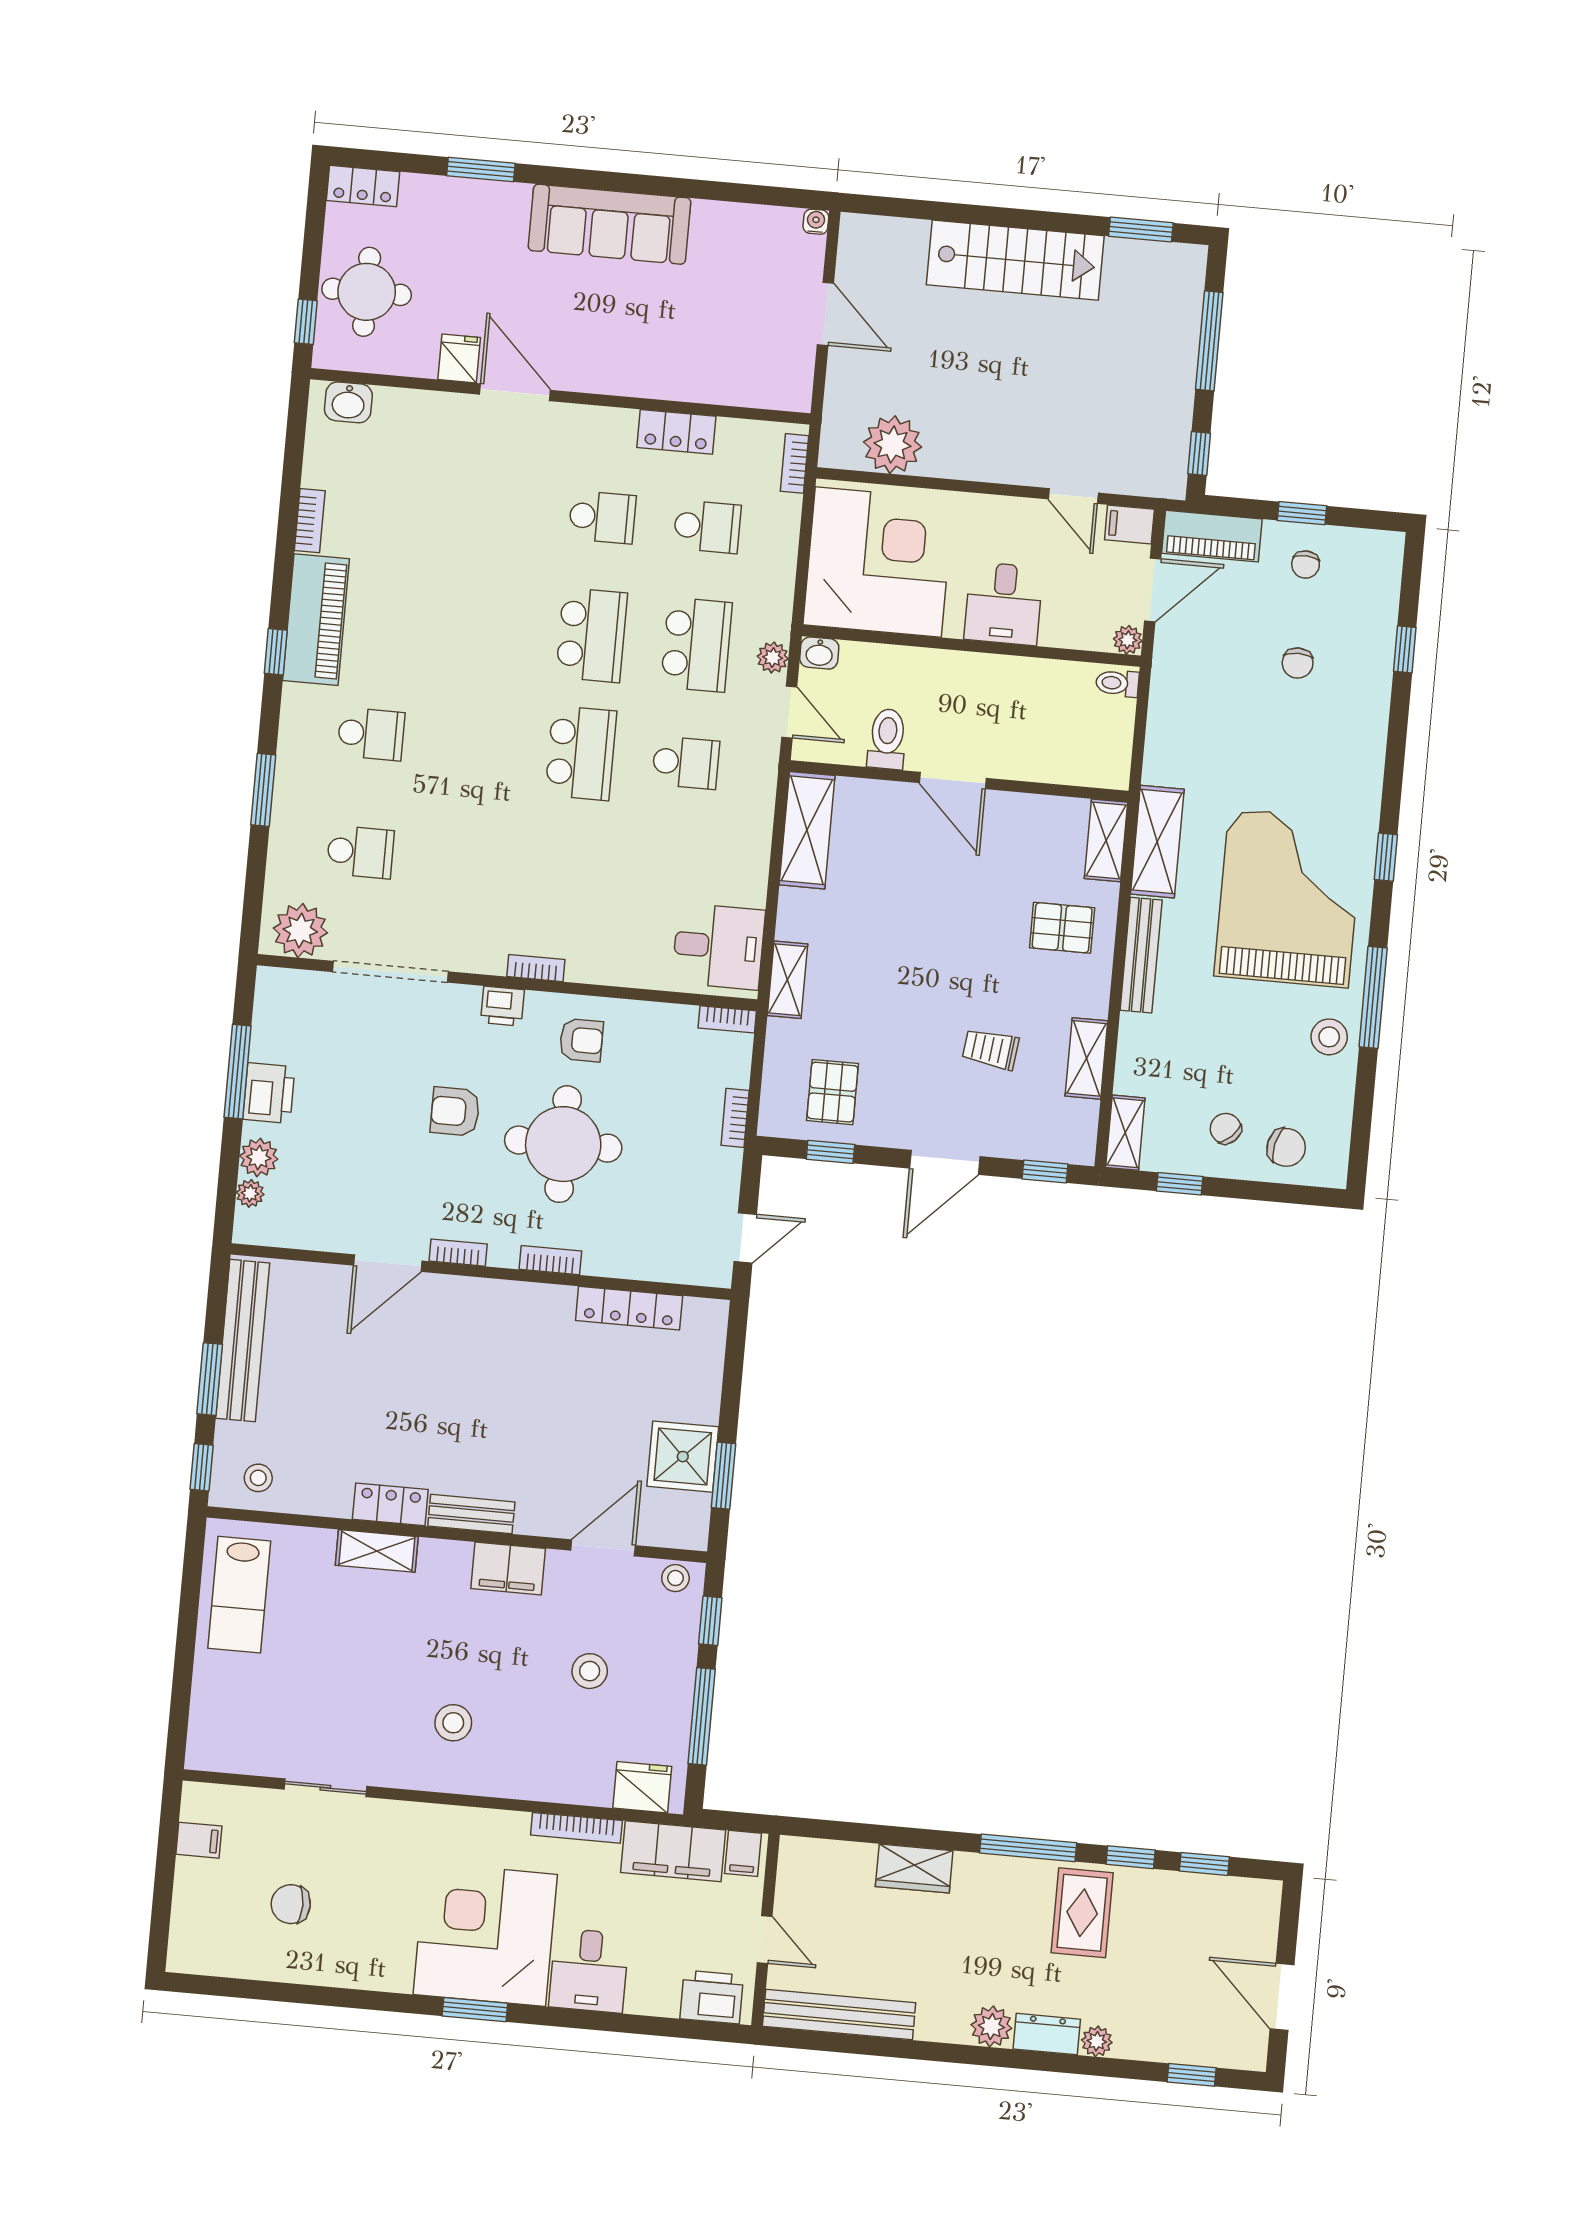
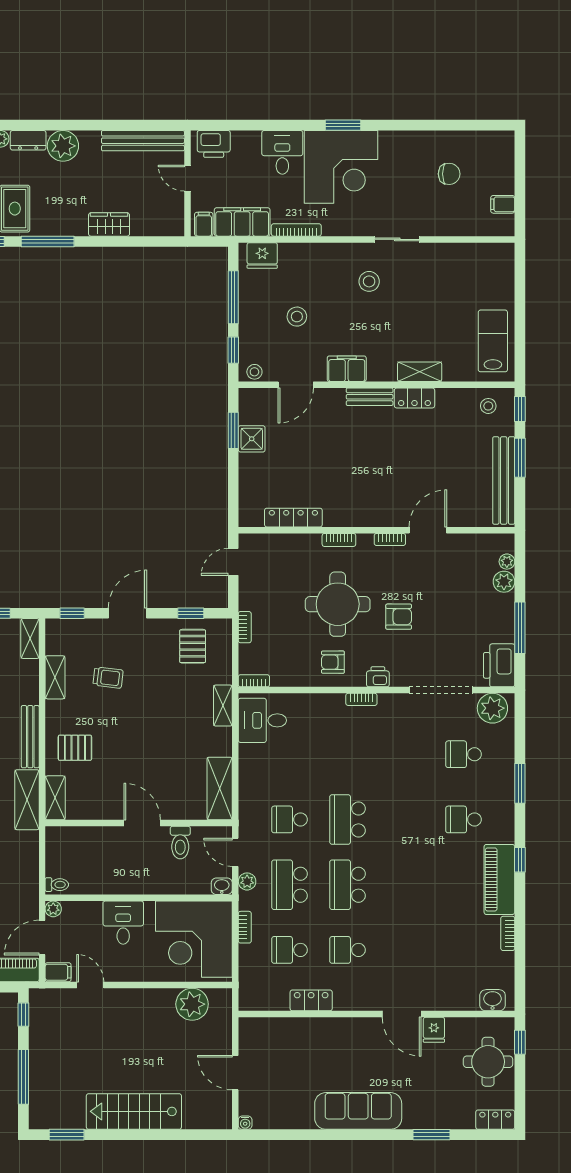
bookcase: (795, 463) -> (245, 927), moved
printer: (269, 1093) -> (499, 665), moved, width x1.37, depth x1.19
shower: (683, 1457) -> (252, 439), width x0.73, depth x0.73
sliding door: (325, 1788) -> (397, 239), moved
plant: (991, 2026) -> (63, 146), width x1.36, depth x1.36

